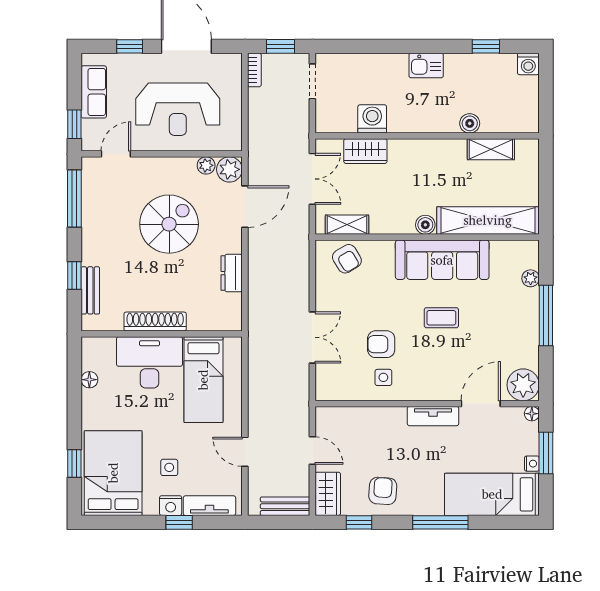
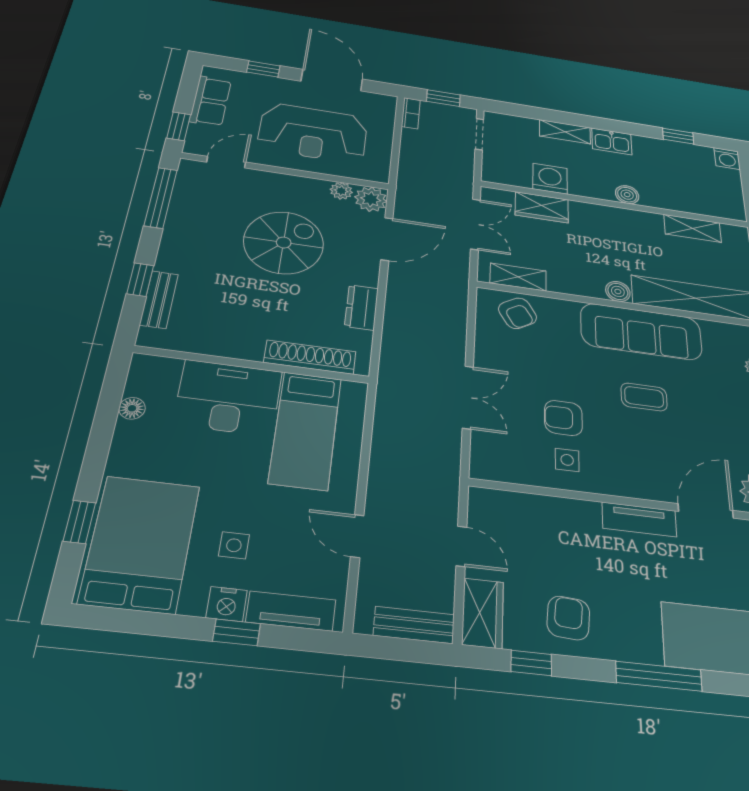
shelving: (385, 63) -> (565, 132), added
boiler: (470, 123) -> (627, 195), moved
shoe rack: (155, 322) -> (310, 357), moved

